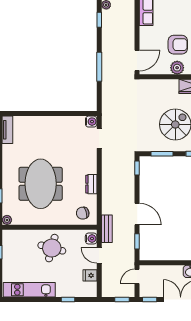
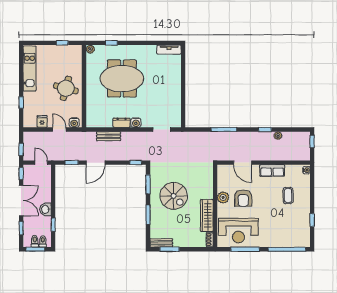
door: (137, 61) -> (243, 163), moved
water cooler: (91, 122) -> (136, 123), moved
chair: (83, 213) -> (96, 115), removed
bench: (107, 229) -> (109, 136), moved
door: (99, 255) -> (59, 130), hinge flipped

